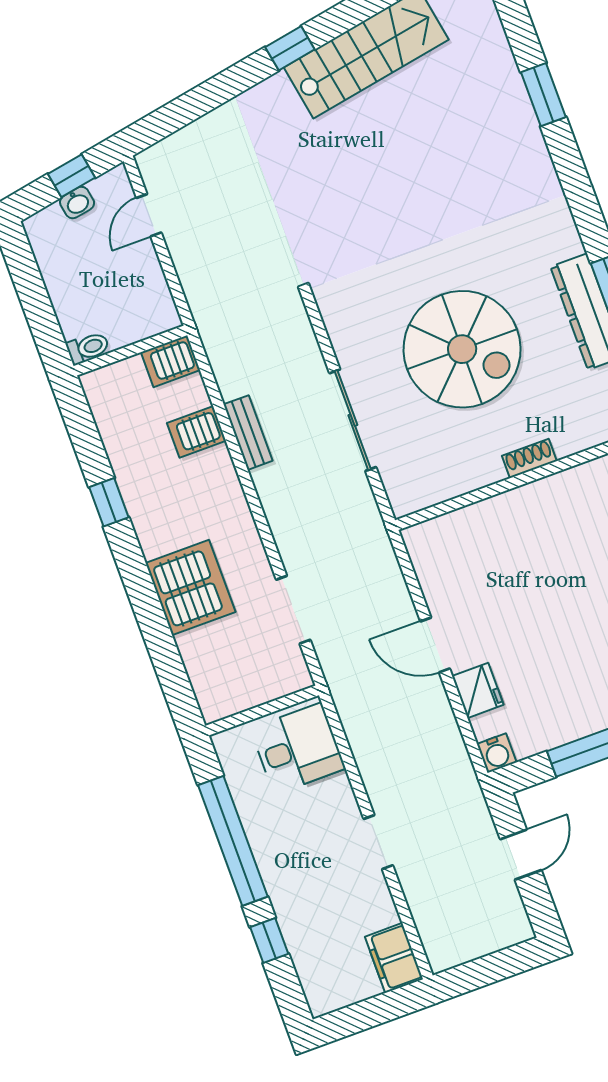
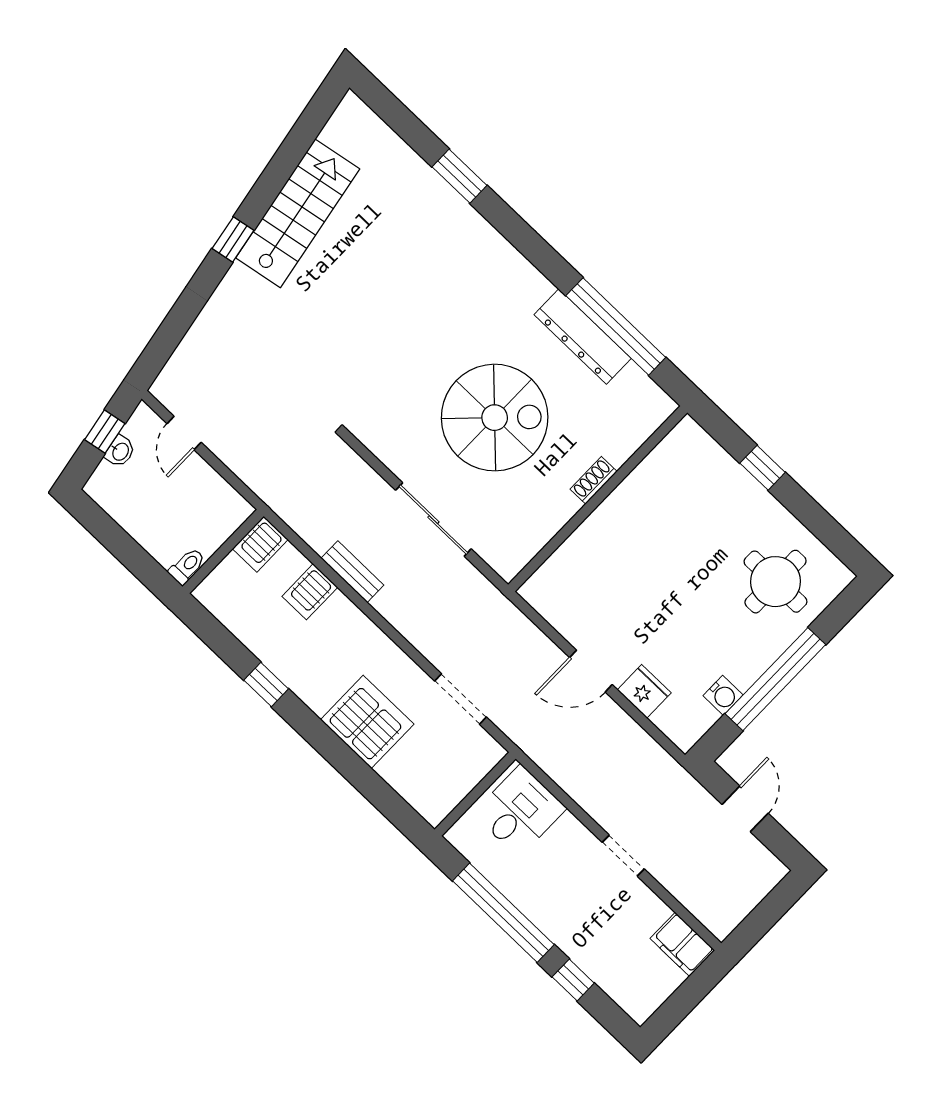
water cooler: (497, 753) -> (723, 695), moved

